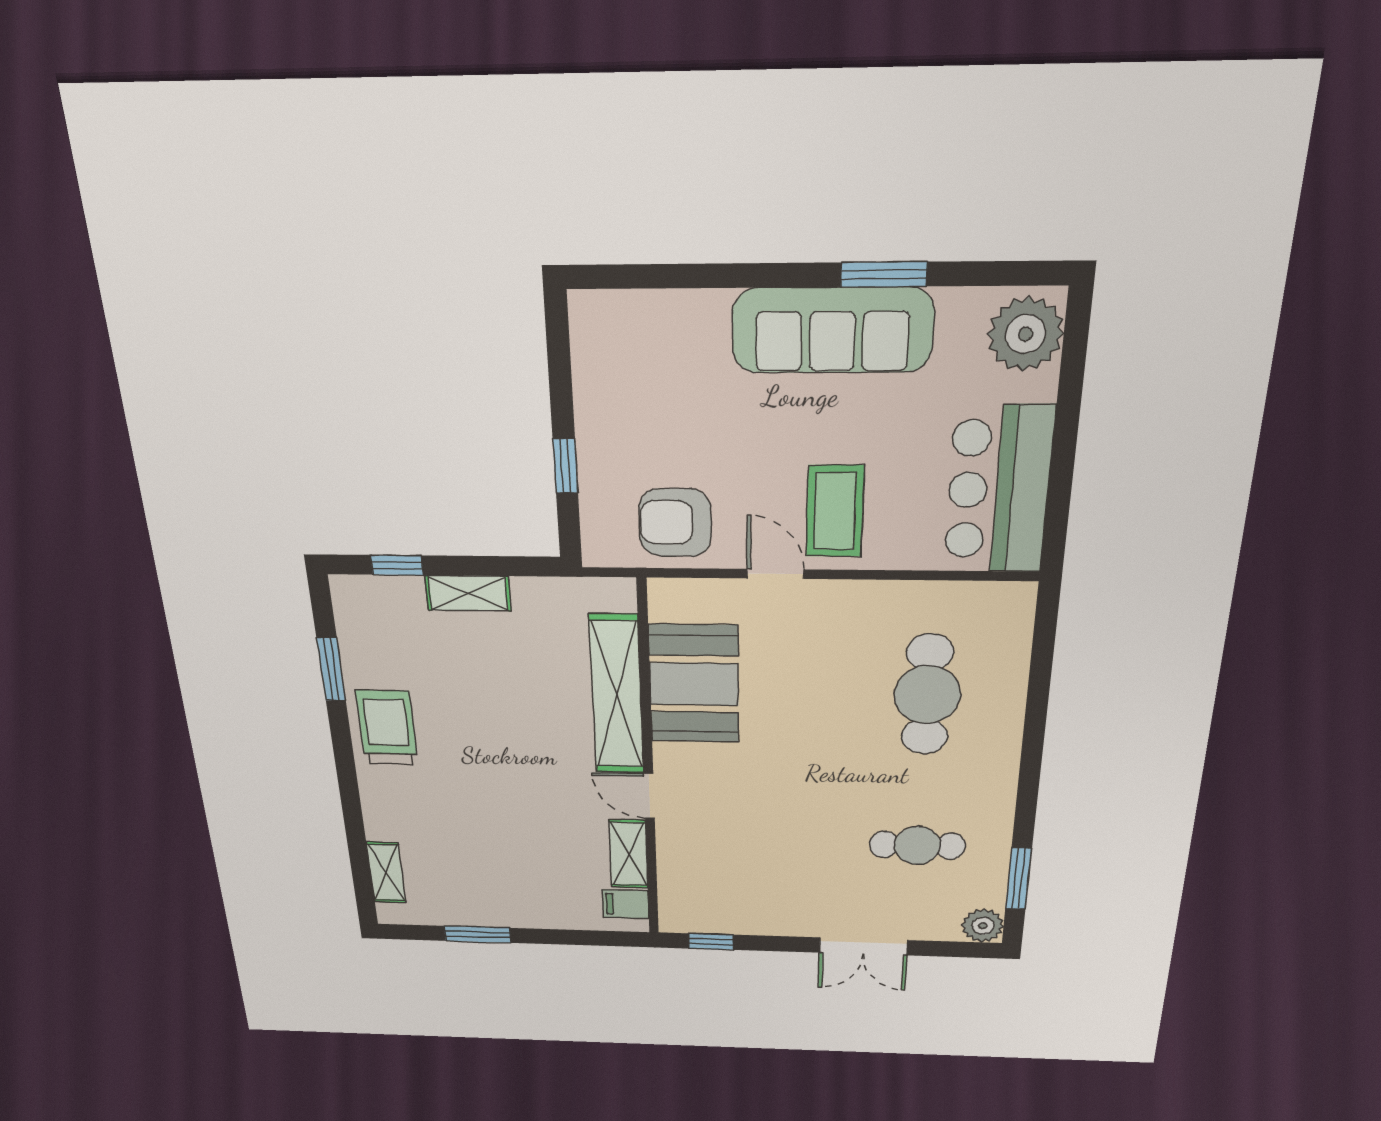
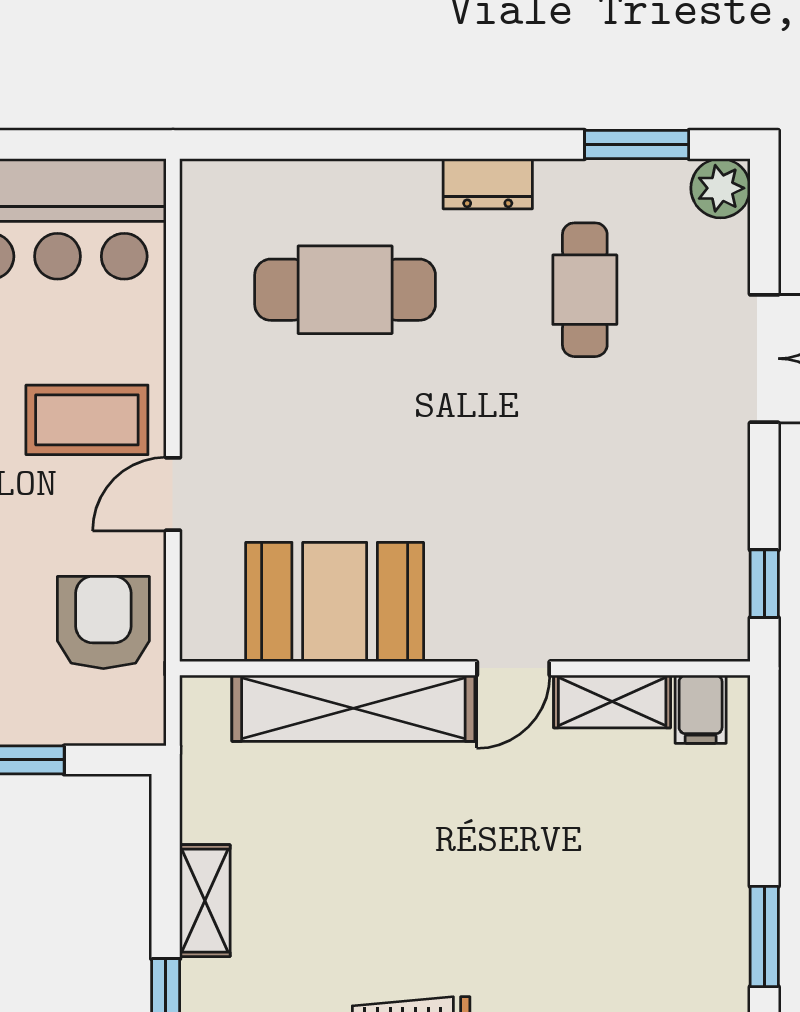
armchair: (675, 523) -> (103, 623), turned 180
dresser: (999, 788) -> (488, 184), added

